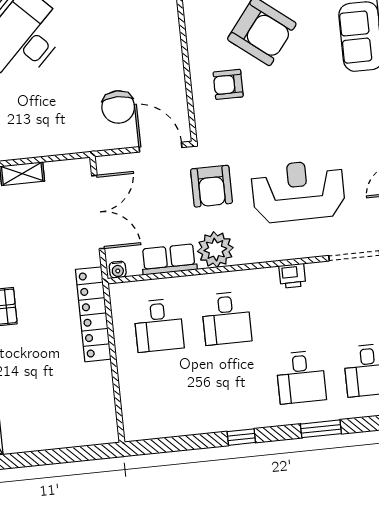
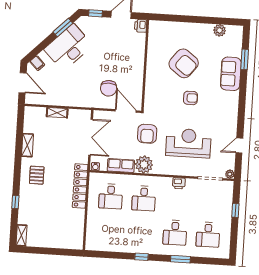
armchair: (228, 84) -> (191, 98), moved, turned 180

